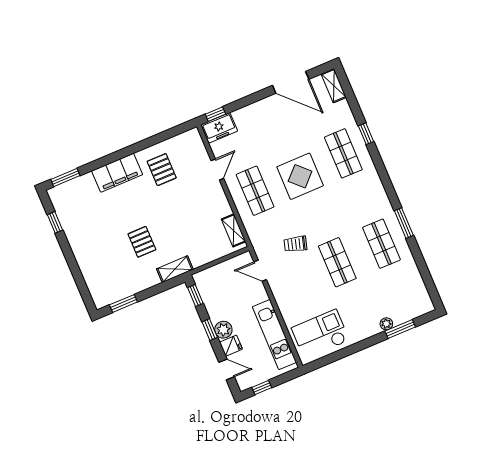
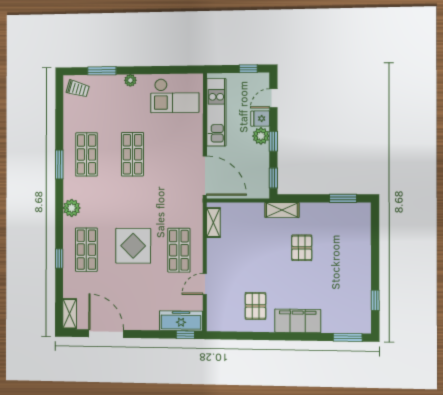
freezer: (219, 128) -> (181, 321), width x1.40
plant: (374, 187) -> (72, 208), added
trolley: (295, 244) -> (78, 89), moved
door: (260, 271) -> (205, 176), width x1.87
plant: (386, 324) -> (130, 80), moved
door: (227, 370) -> (273, 98), hinge flipped

